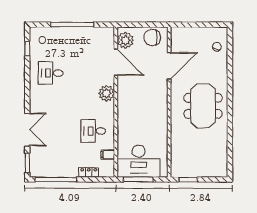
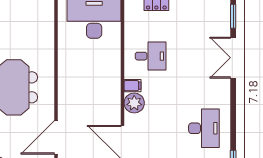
desk: (51, 73) -> (204, 128), width x1.37
filing cabinet: (108, 155) -> (132, 86), moved

